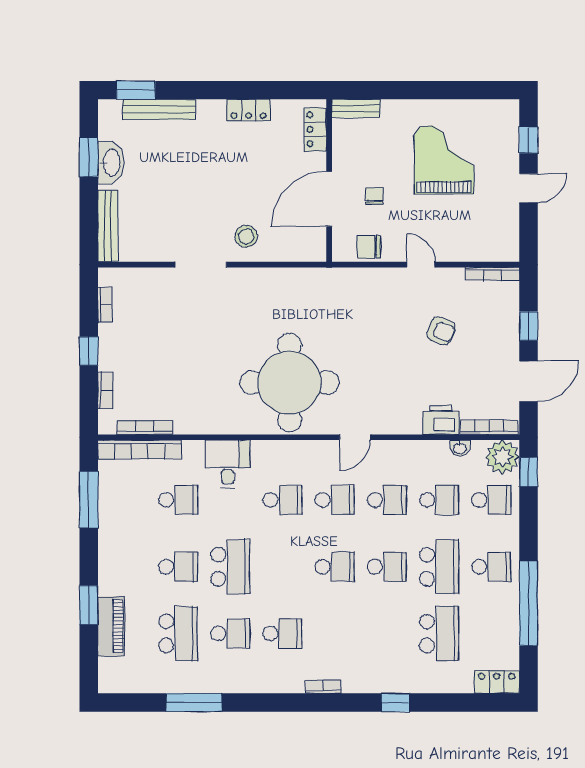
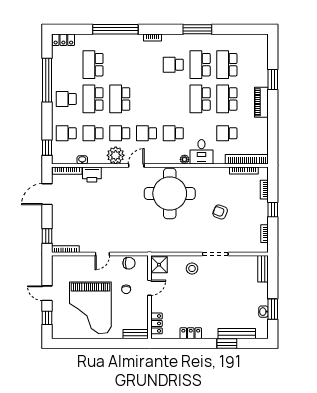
window: (136, 90) -> (227, 344), moved
grand piano: (444, 160) -> (90, 308), width x1.37, depth x1.48
washbasin: (111, 163) -> (263, 312), width x0.52, depth x0.69
door: (528, 188) -> (47, 293), hinge flipped
door: (329, 199) -> (149, 288), width x0.53
bench: (108, 226) -> (263, 269), width x0.73
shower: (310, 244) -> (159, 265), added
door: (421, 265) -> (102, 254), hinge flipped
window: (528, 326) -> (47, 236), moved
armchair: (441, 331) -> (220, 212), moved
plant: (261, 449) -> (185, 159), added
plant: (502, 457) -> (116, 155), moved
window: (89, 500) -> (273, 133), removed
school desk: (178, 567) -> (227, 99), width x1.85
school desk: (335, 567) -> (147, 99), removed
school desk: (387, 567) -> (120, 99), width x1.85
piano: (111, 626) -> (261, 102), moved
school desk: (230, 634) -> (200, 65), width x1.85
window: (194, 703) -> (197, 29), moved
window: (395, 703) -> (115, 29), width x3.17

